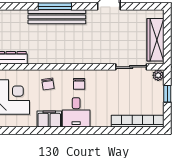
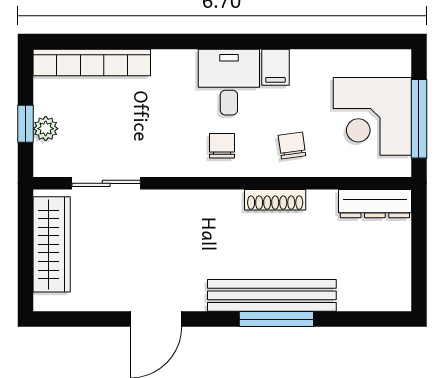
shoe rack: (55, 60) -> (275, 200), added
plant: (158, 75) -> (46, 129), moved
filing cabinet: (49, 119) -> (275, 67), width x0.50

